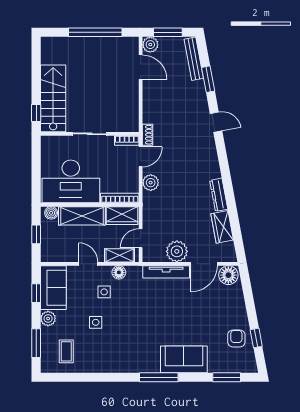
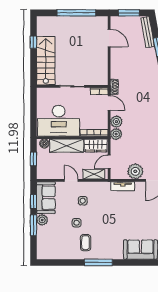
plant: (150, 45) -> (116, 134), moved
window: (36, 113) -> (33, 42), moved
door: (141, 157) -> (109, 103), hinge flipped
floor lamp: (119, 272) -> (93, 187), removed
tv unit: (166, 272) -> (123, 186), width x0.71
window: (36, 343) -> (33, 225), moved
coffee table: (66, 351) -> (86, 243), moved
window: (159, 377) -> (98, 262), moved

